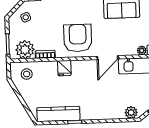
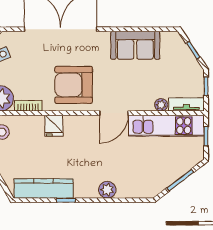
armchair: (78, 38) -> (74, 85), turned -90
plant: (131, 112) -> (107, 190), moved

